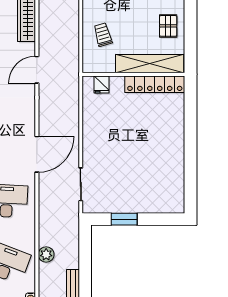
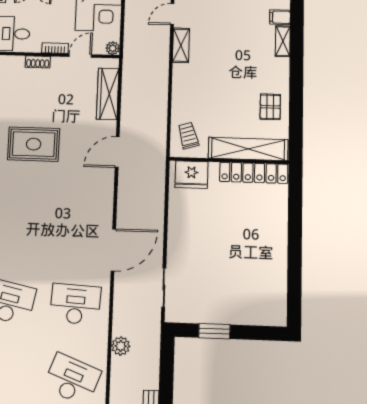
trolley: (103, 35) -> (188, 136), moved
fridge: (101, 84) -> (191, 175), width x1.88, depth x1.34
plant: (46, 255) -> (121, 346), moved

